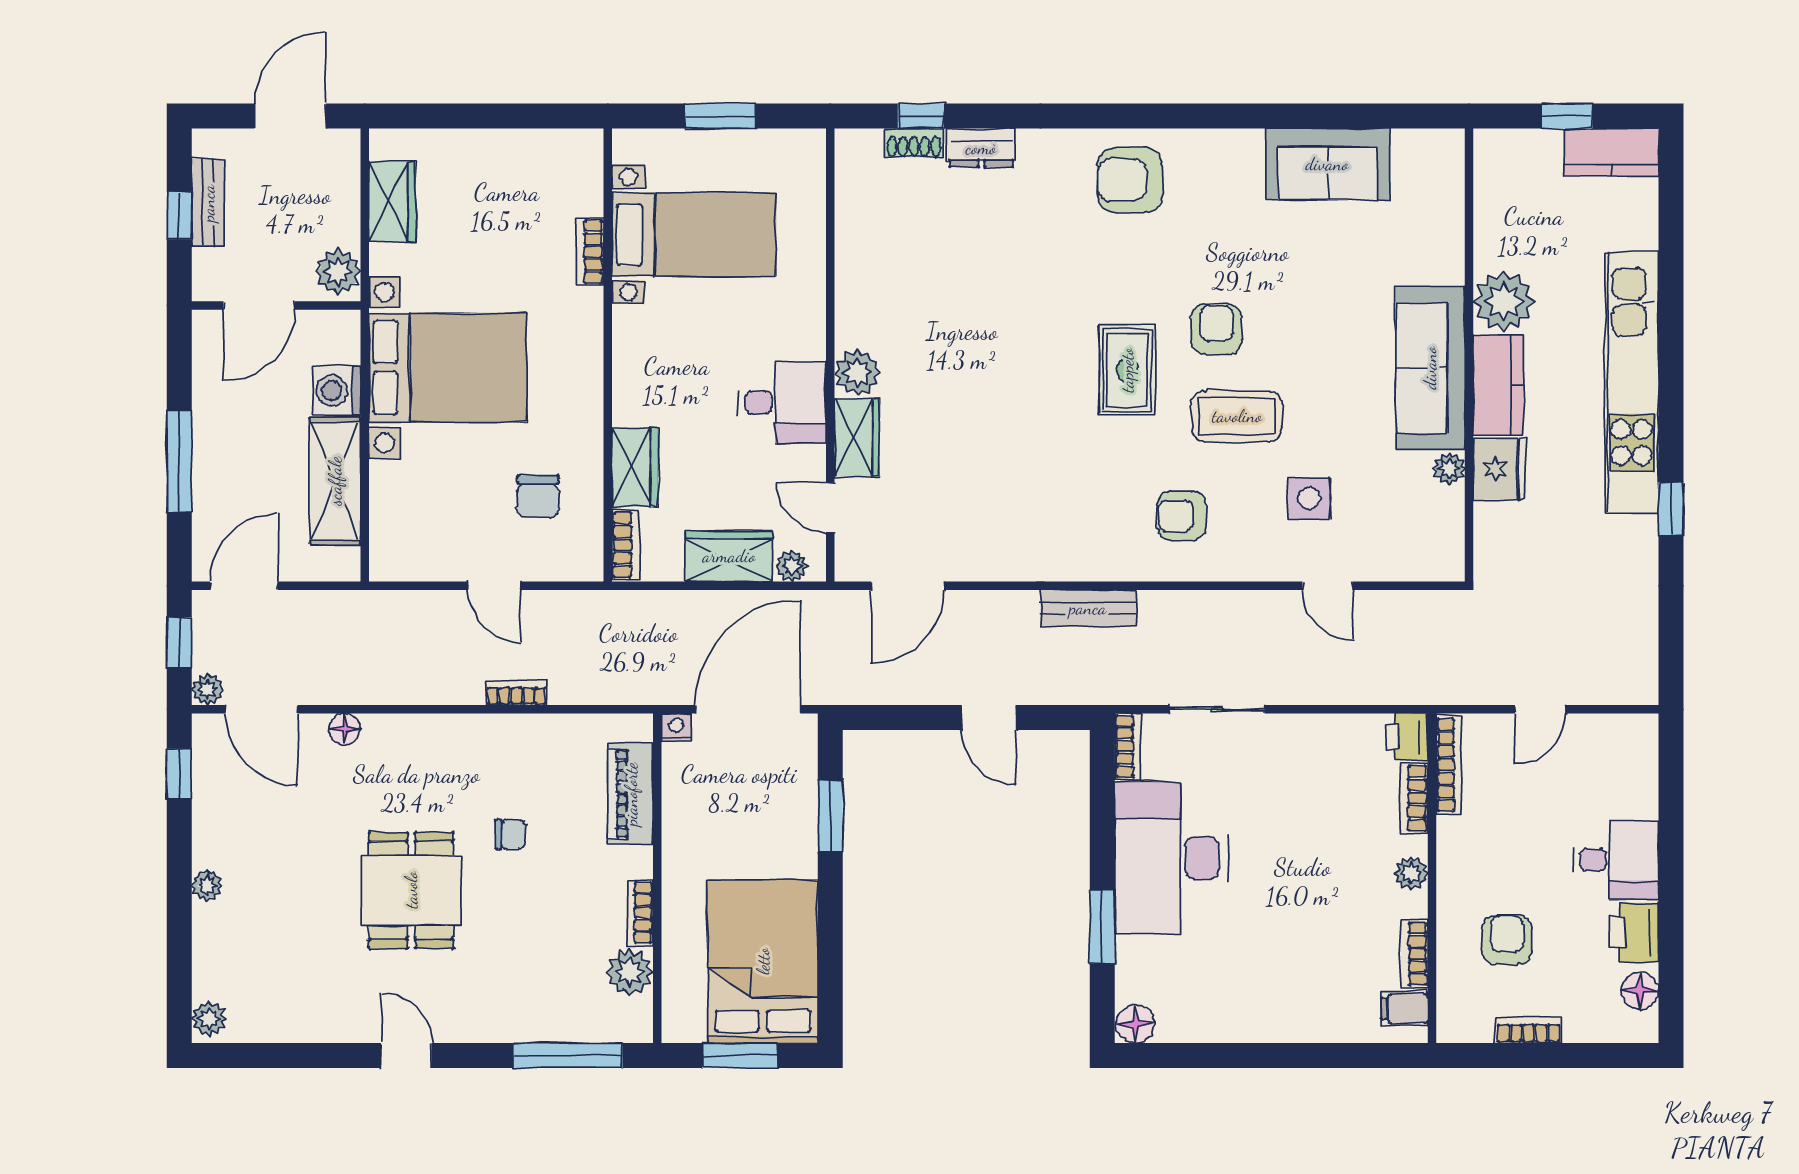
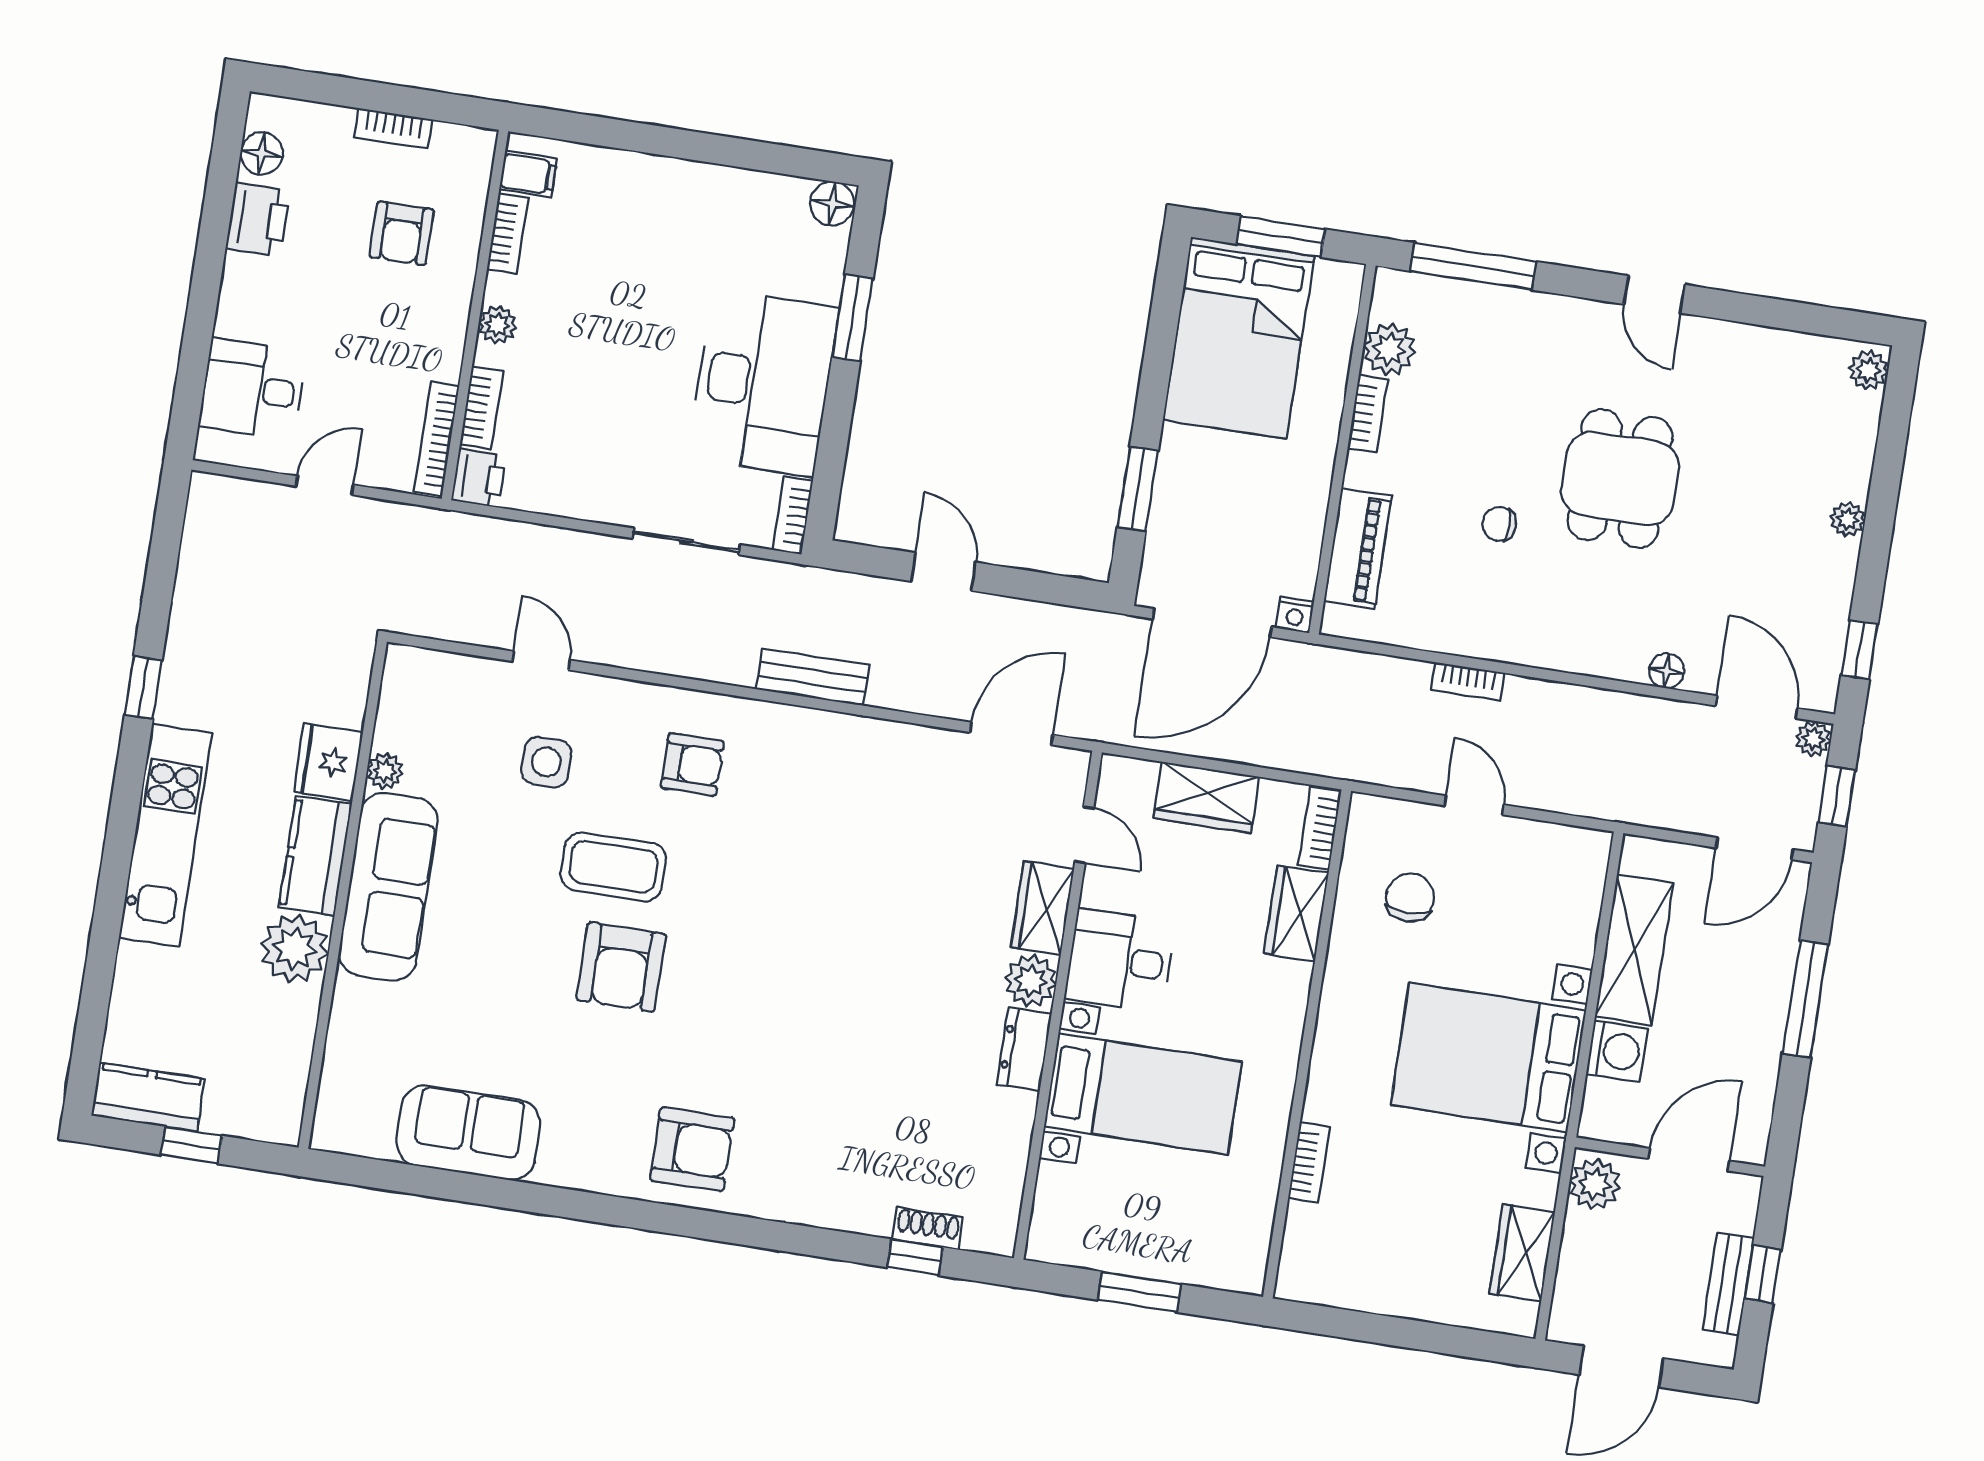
dresser: (981, 148) -> (1024, 1049), moved, turned -90
bed with nightstands: (694, 235) -> (1143, 1094), moved, turned 180
armchair: (1216, 329) -> (621, 967), width x1.38, depth x1.38
rug: (1127, 370) -> (728, 937), removed
kitchen unit: (1632, 383) -> (165, 835), width x0.73
plant: (792, 566) -> (1138, 776), removed
desk: (1616, 860) -> (253, 389), moved

